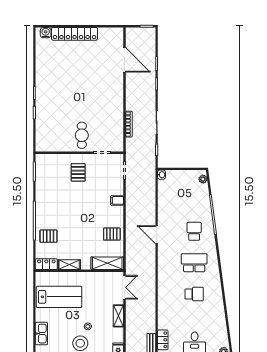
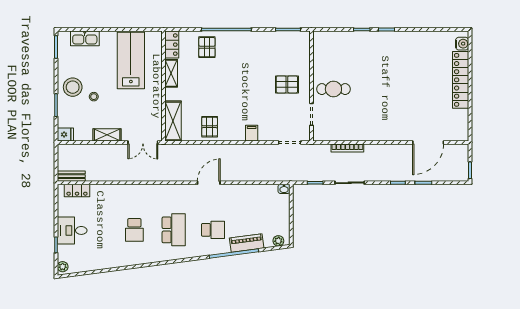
piano: (205, 204) -> (247, 243), added
lab bench: (59, 297) -> (131, 61), turned 180

